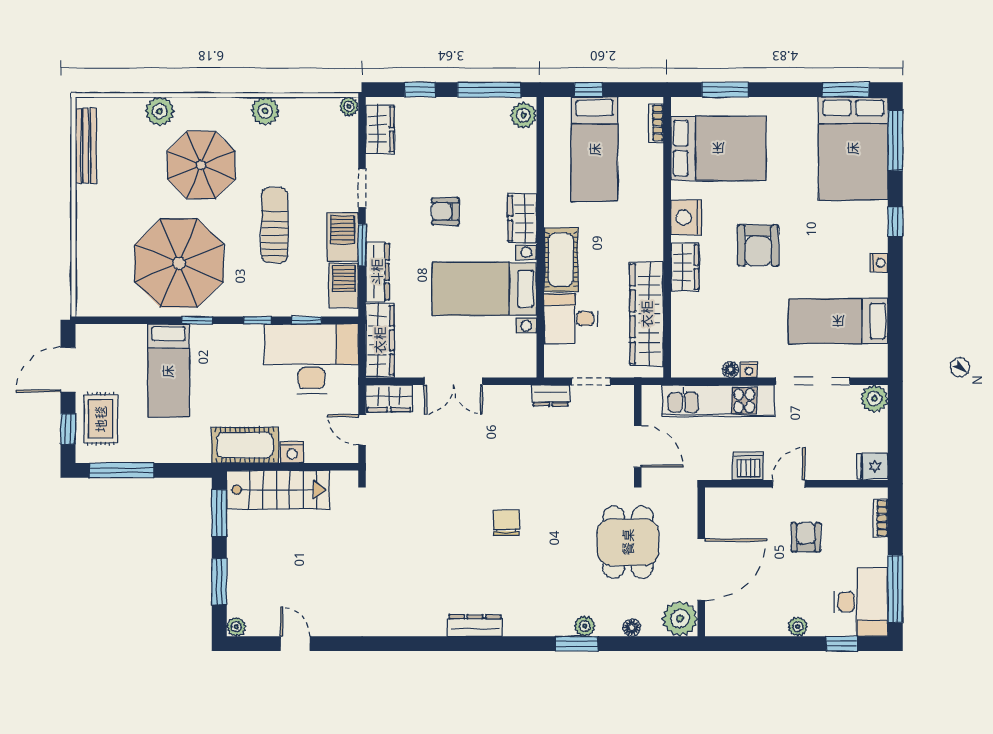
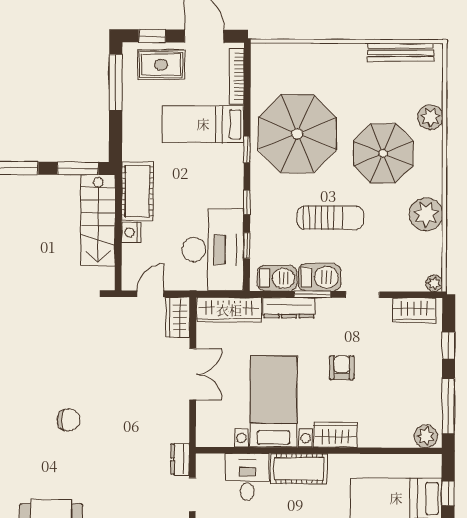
plant: (265, 111) -> (426, 214), width x1.36, depth x1.36
bookcase: (114, 332) -> (237, 76), added
double door: (454, 381) -> (193, 374), swing flipped

